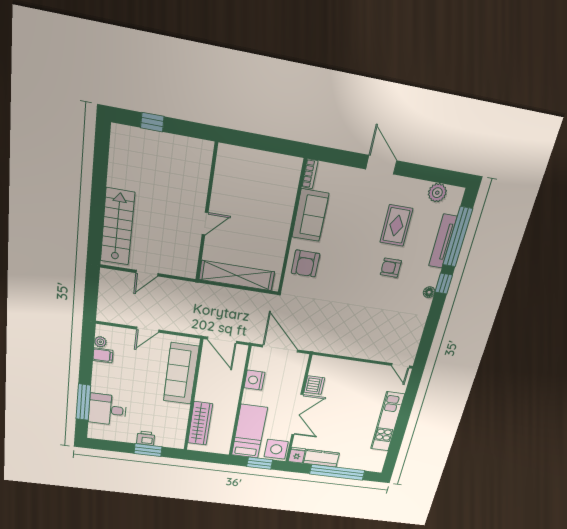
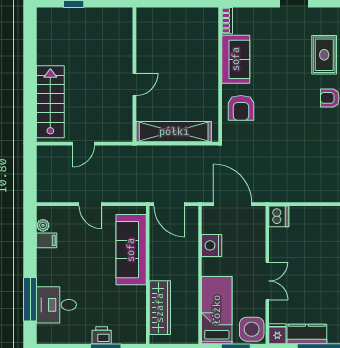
door: (148, 330) -> (90, 204), hinge flipped
dishwasher: (314, 385) -> (279, 216), moved
double door: (297, 415) -> (267, 281), width x0.73

